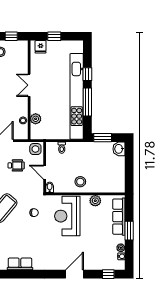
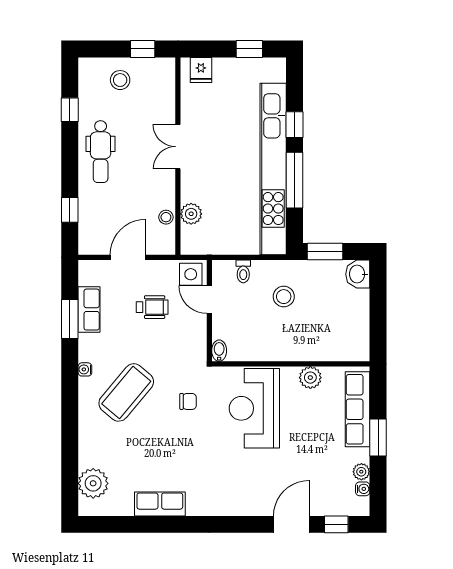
window: (54, 36) -> (249, 49), moved
door: (45, 172) -> (209, 300), moved
stool: (80, 182) -> (284, 297), moved
door: (74, 274) -> (291, 524), moved

